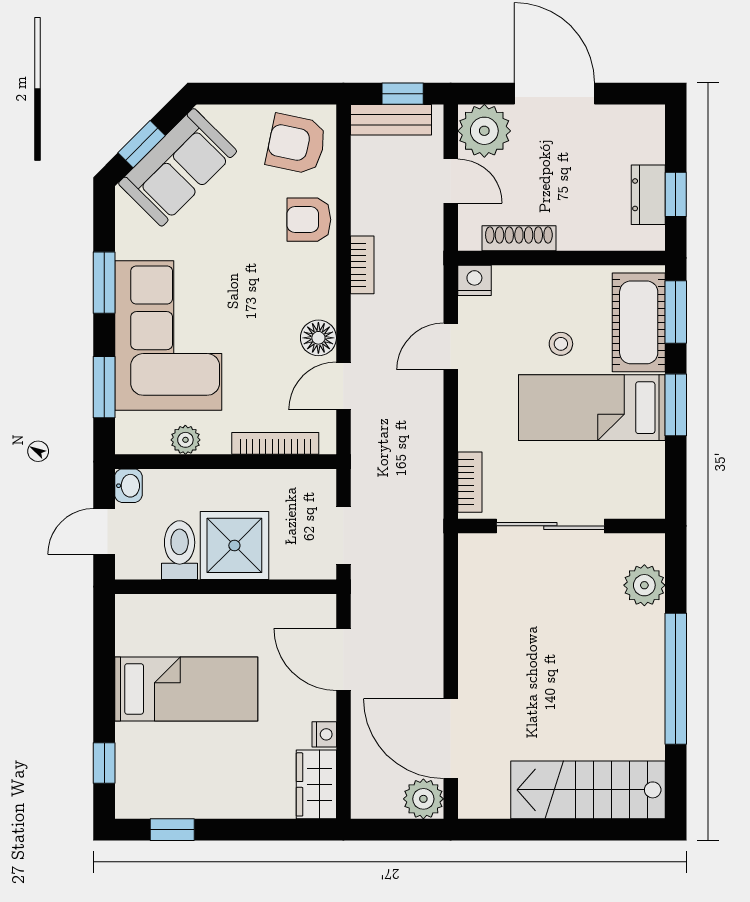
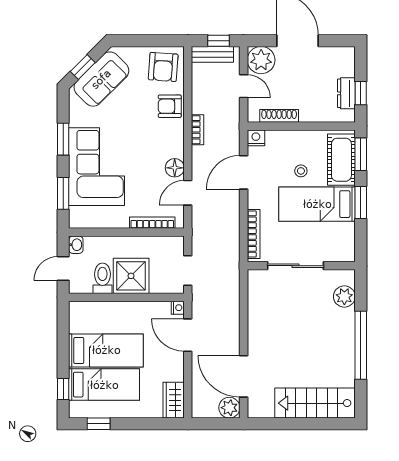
armchair: (296, 144) -> (163, 67), turned -98
door: (451, 347) -> (244, 172), width x1.37
plant: (185, 440) -> (106, 221), removed
bookcase: (470, 482) -> (254, 234), width x1.56
nightstand: (324, 734) -> (178, 308), moved
bed: (183, 754) -> (104, 385), added

